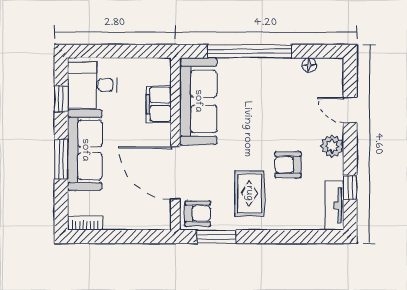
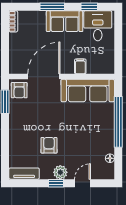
filing cabinet: (159, 104) -> (80, 66), width x0.50
sofa: (85, 150) -> (65, 21), width x0.73
window: (350, 188) -> (56, 183), moved
rug: (249, 193) -> (31, 122), removed

